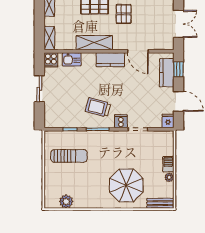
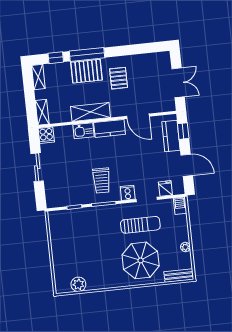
kitchen sink: (72, 59) -> (84, 131), moved
trolley: (98, 107) -> (102, 181), turned -104
fridge: (168, 121) -> (165, 188), moved
sun lounger: (69, 156) -> (140, 225), moved
barbecue: (168, 164) -> (180, 206), moved

